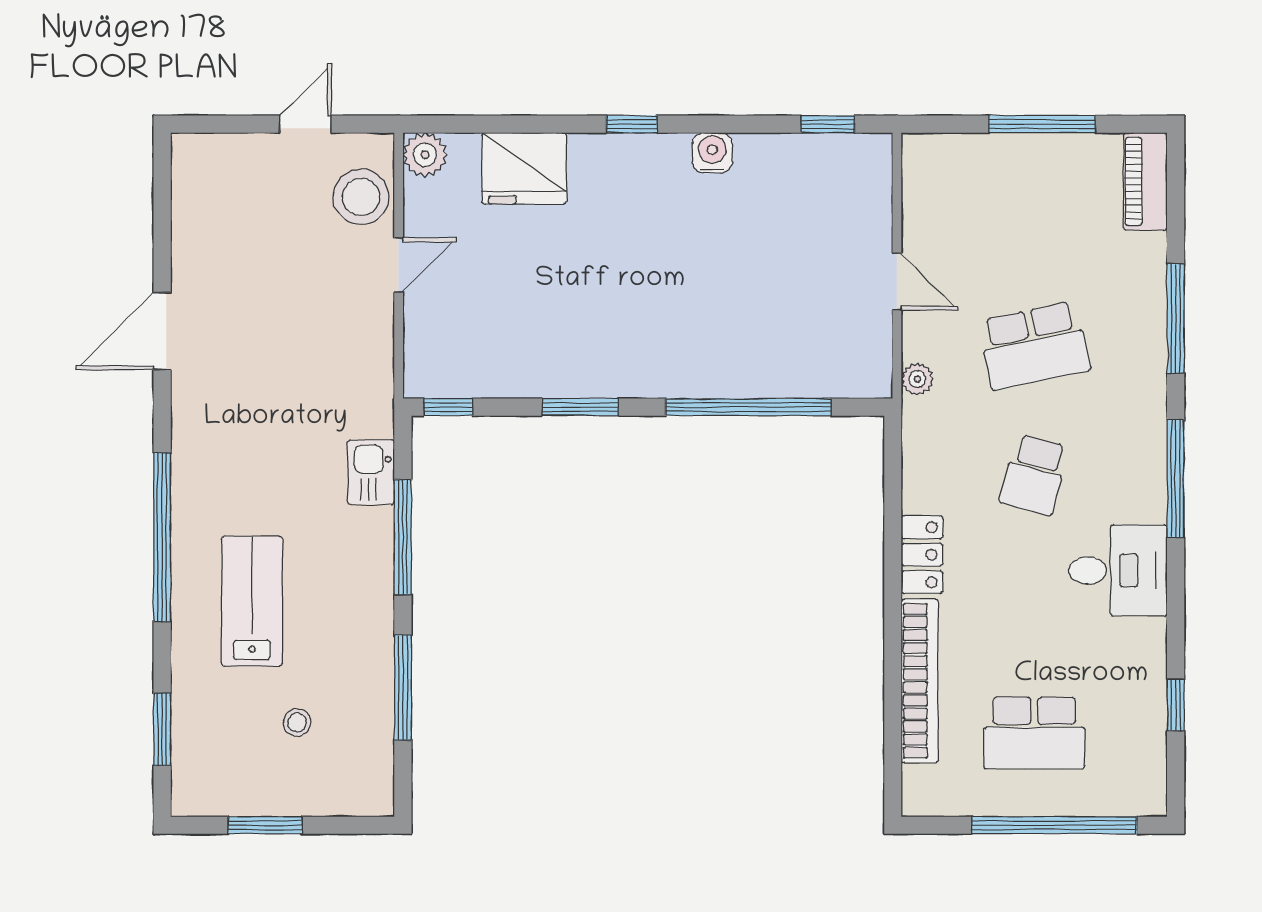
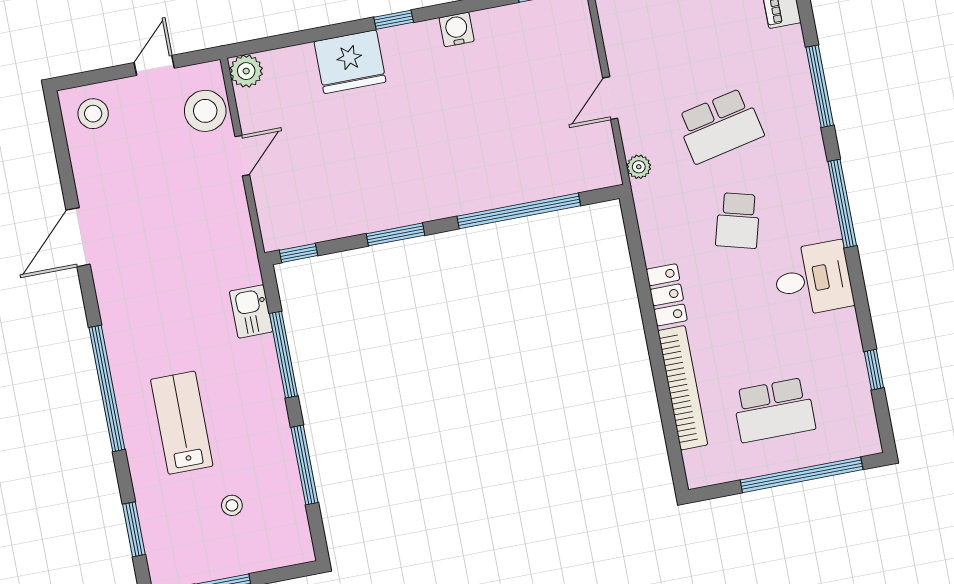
fridge: (524, 168) -> (350, 62), moved
stool: (213, 172) -> (93, 114), added
door: (897, 282) -> (610, 98), swing flipped

